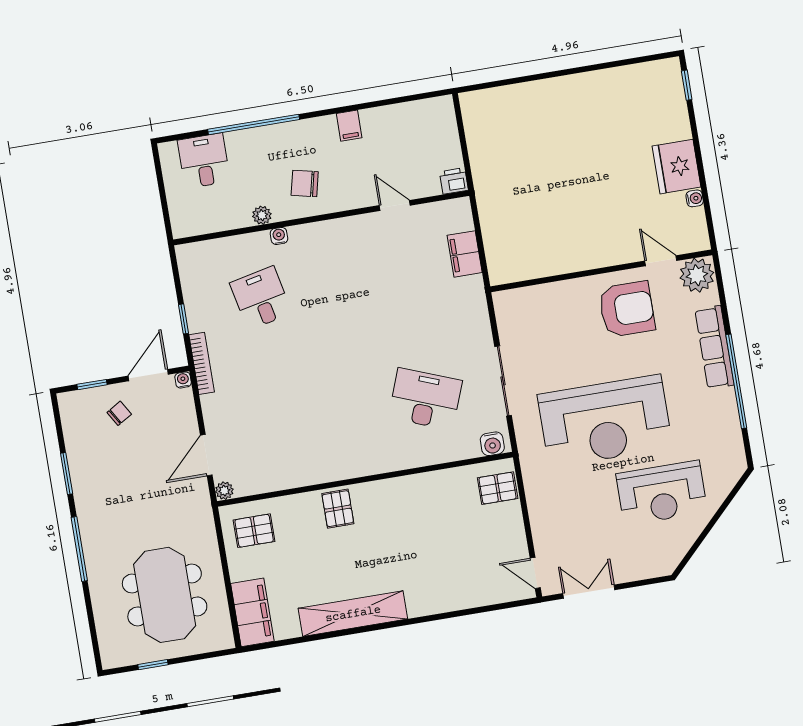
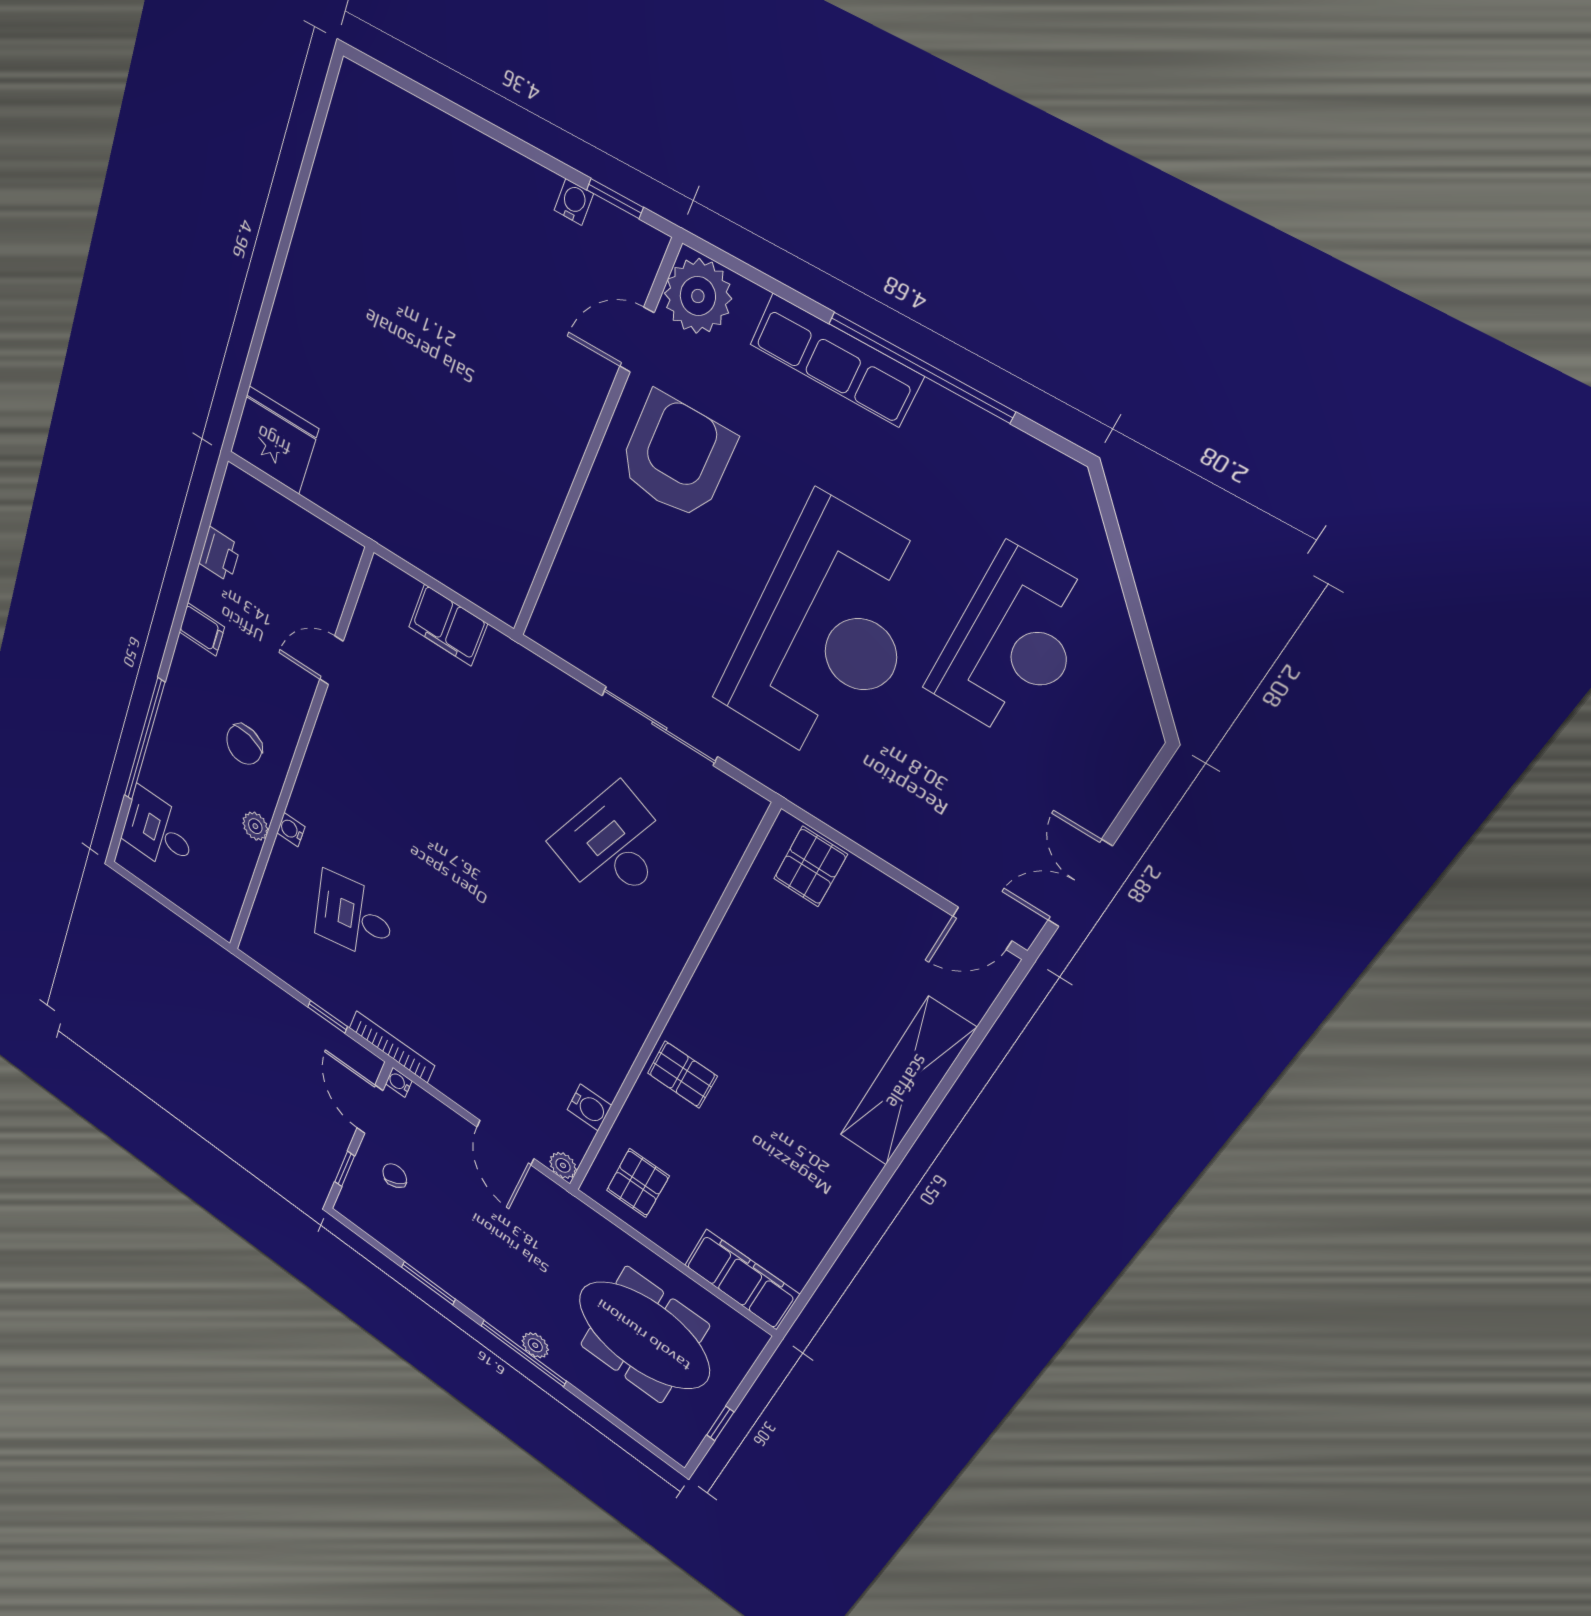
window: (687, 85) -> (615, 199), moved
fridge: (677, 167) -> (274, 440), moved, turned 180
printer: (454, 181) -> (220, 555), moved, turned 180
water cooler: (492, 444) -> (589, 1107), moved
plant: (92, 551) -> (535, 1345), added
shelving: (353, 614) -> (907, 1082), moved

